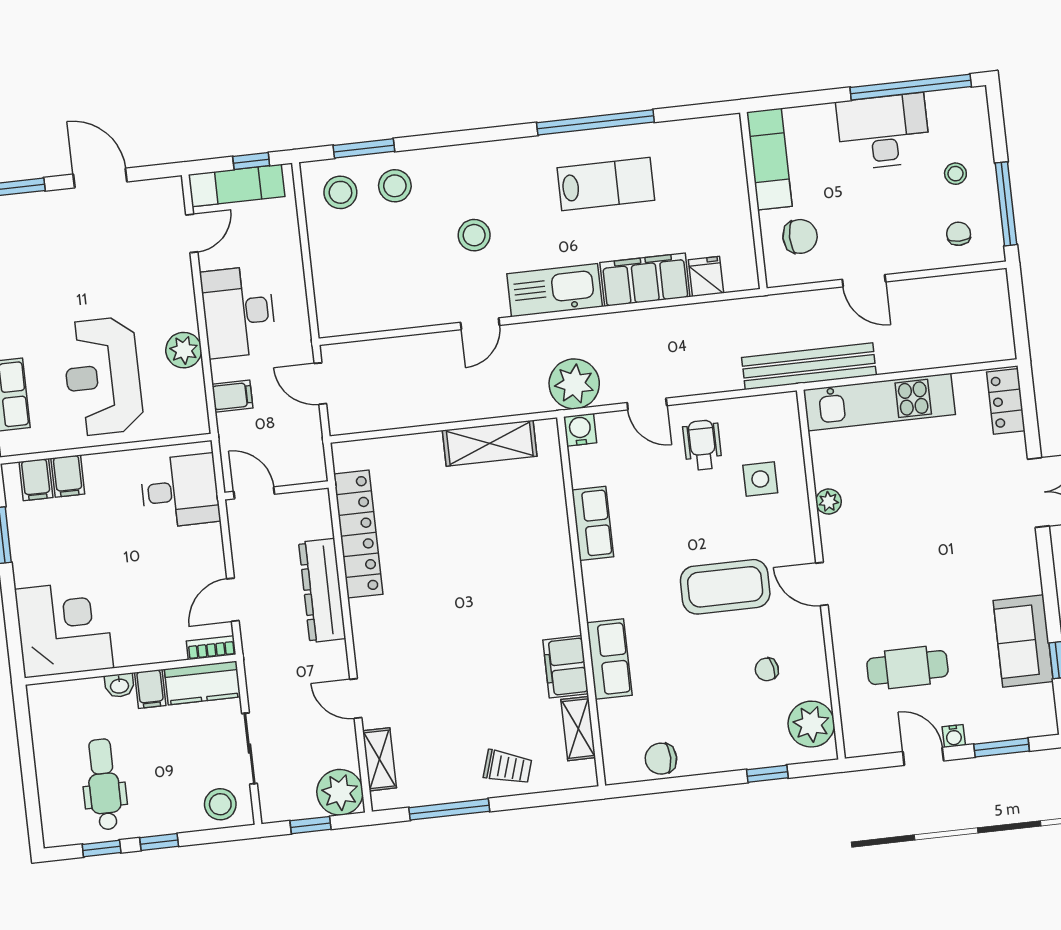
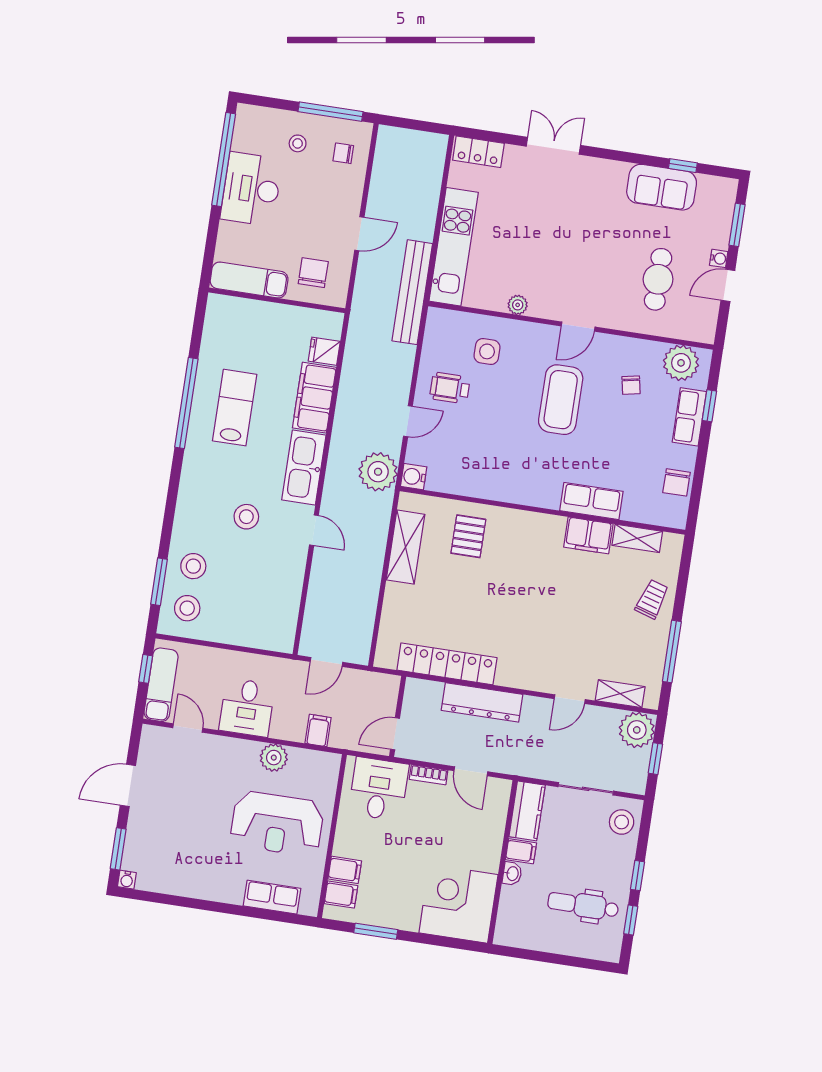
desk: (238, 312) -> (247, 707), width x0.73
pallet: (524, 518) -> (468, 536), added
row of seats: (593, 523) -> (689, 417), moved, turned -90
bookcase: (211, 648) -> (429, 775), moved, turned -90

